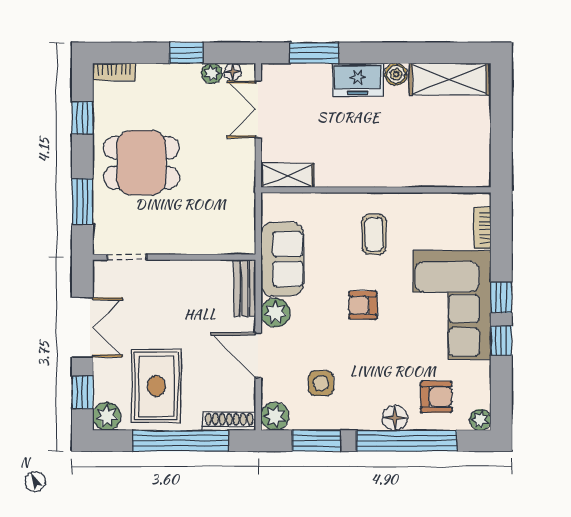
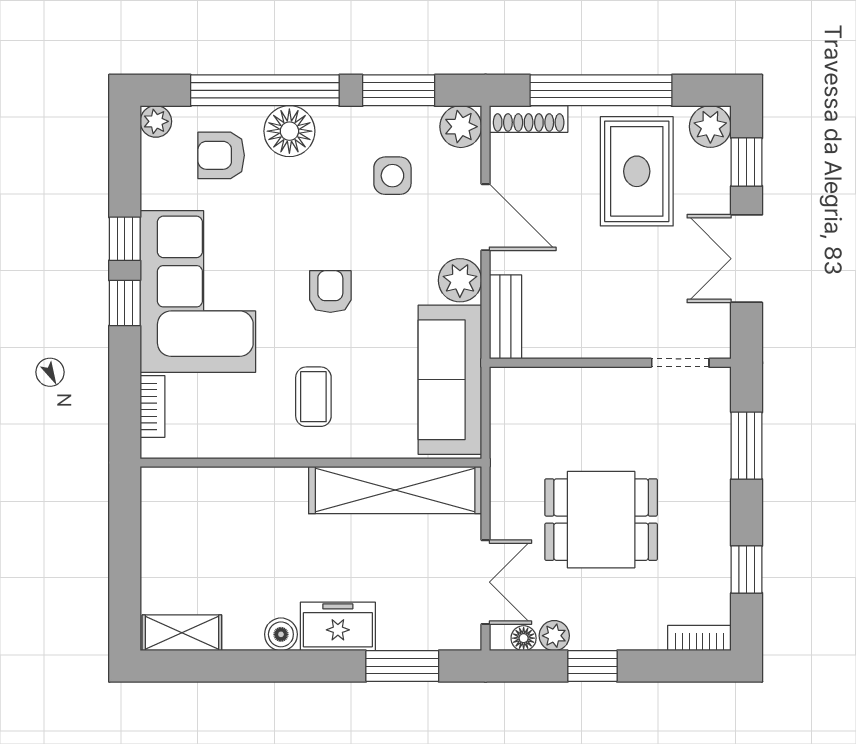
shelving: (449, 79) -> (182, 633), width x0.67, depth x0.75
dining table: (141, 163) -> (601, 520), moved
shelving: (287, 175) -> (395, 490), width x2.20, depth x1.33
sofa: (282, 259) -> (450, 380), width x1.36
armchair: (363, 305) -> (330, 291), turned -90
floor lamp: (395, 418) -> (289, 131), width x1.38, depth x1.38

